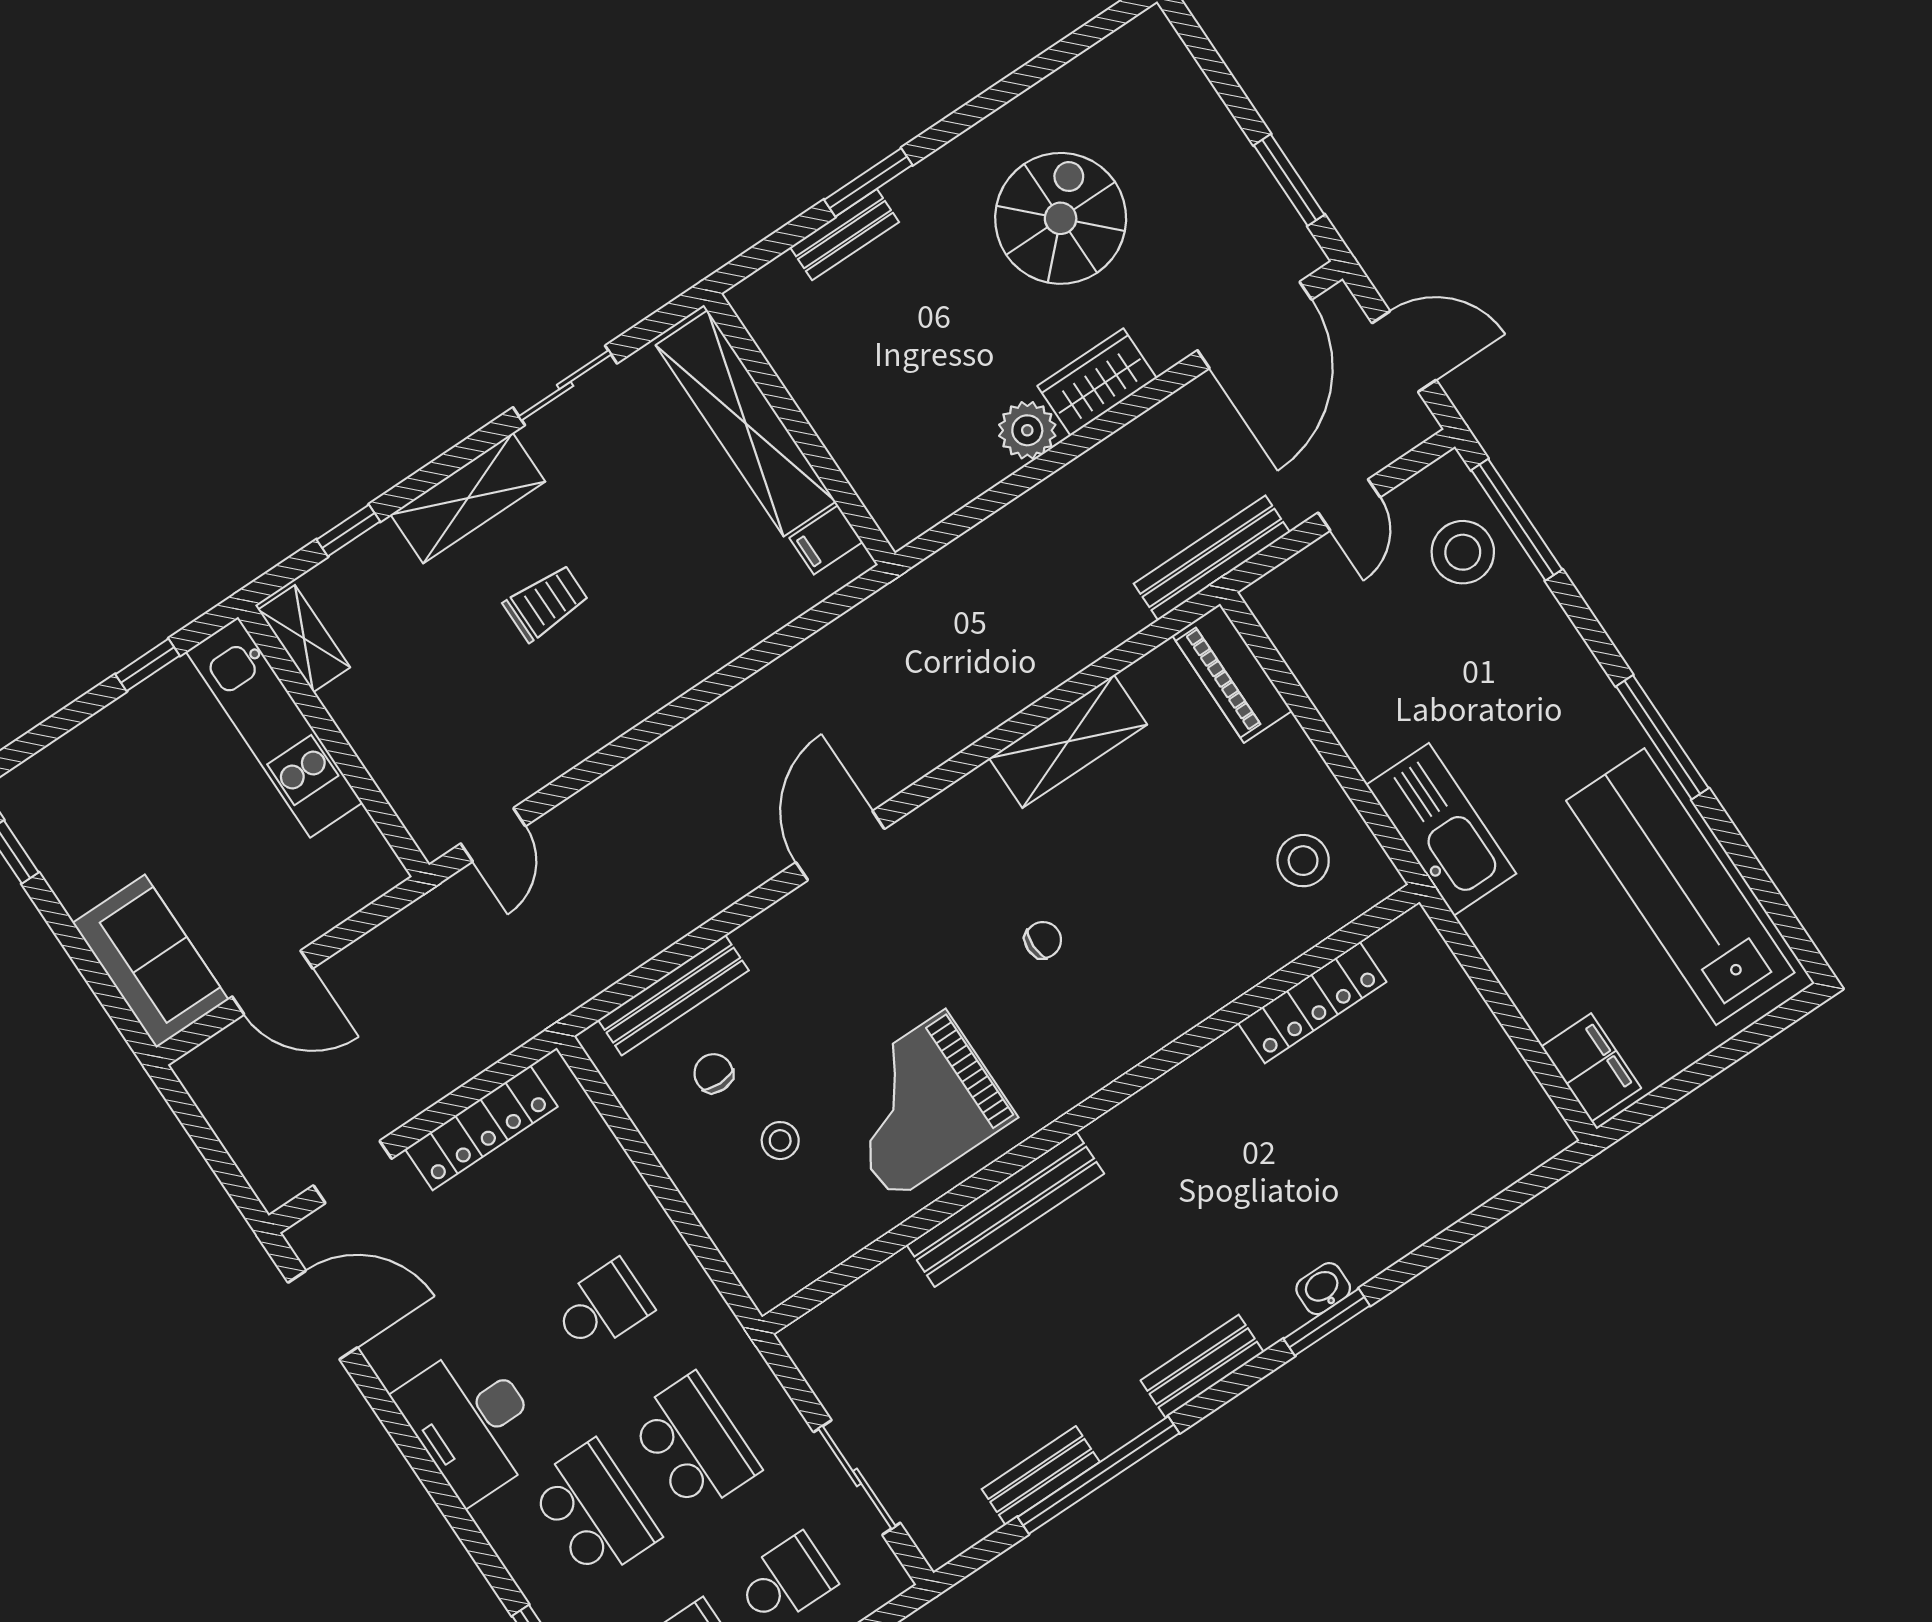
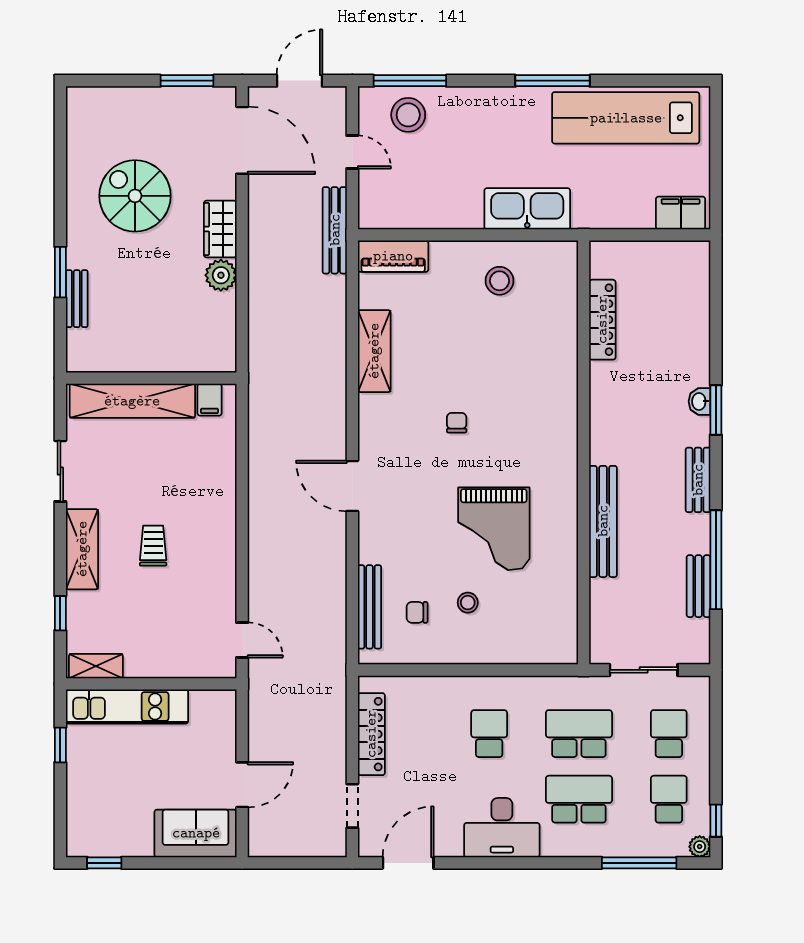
locker: (1312, 1003) -> (602, 320), moved
wall: (1091, 1109) -> (584, 452), moved
bench: (1005, 1209) -> (603, 521), moved

